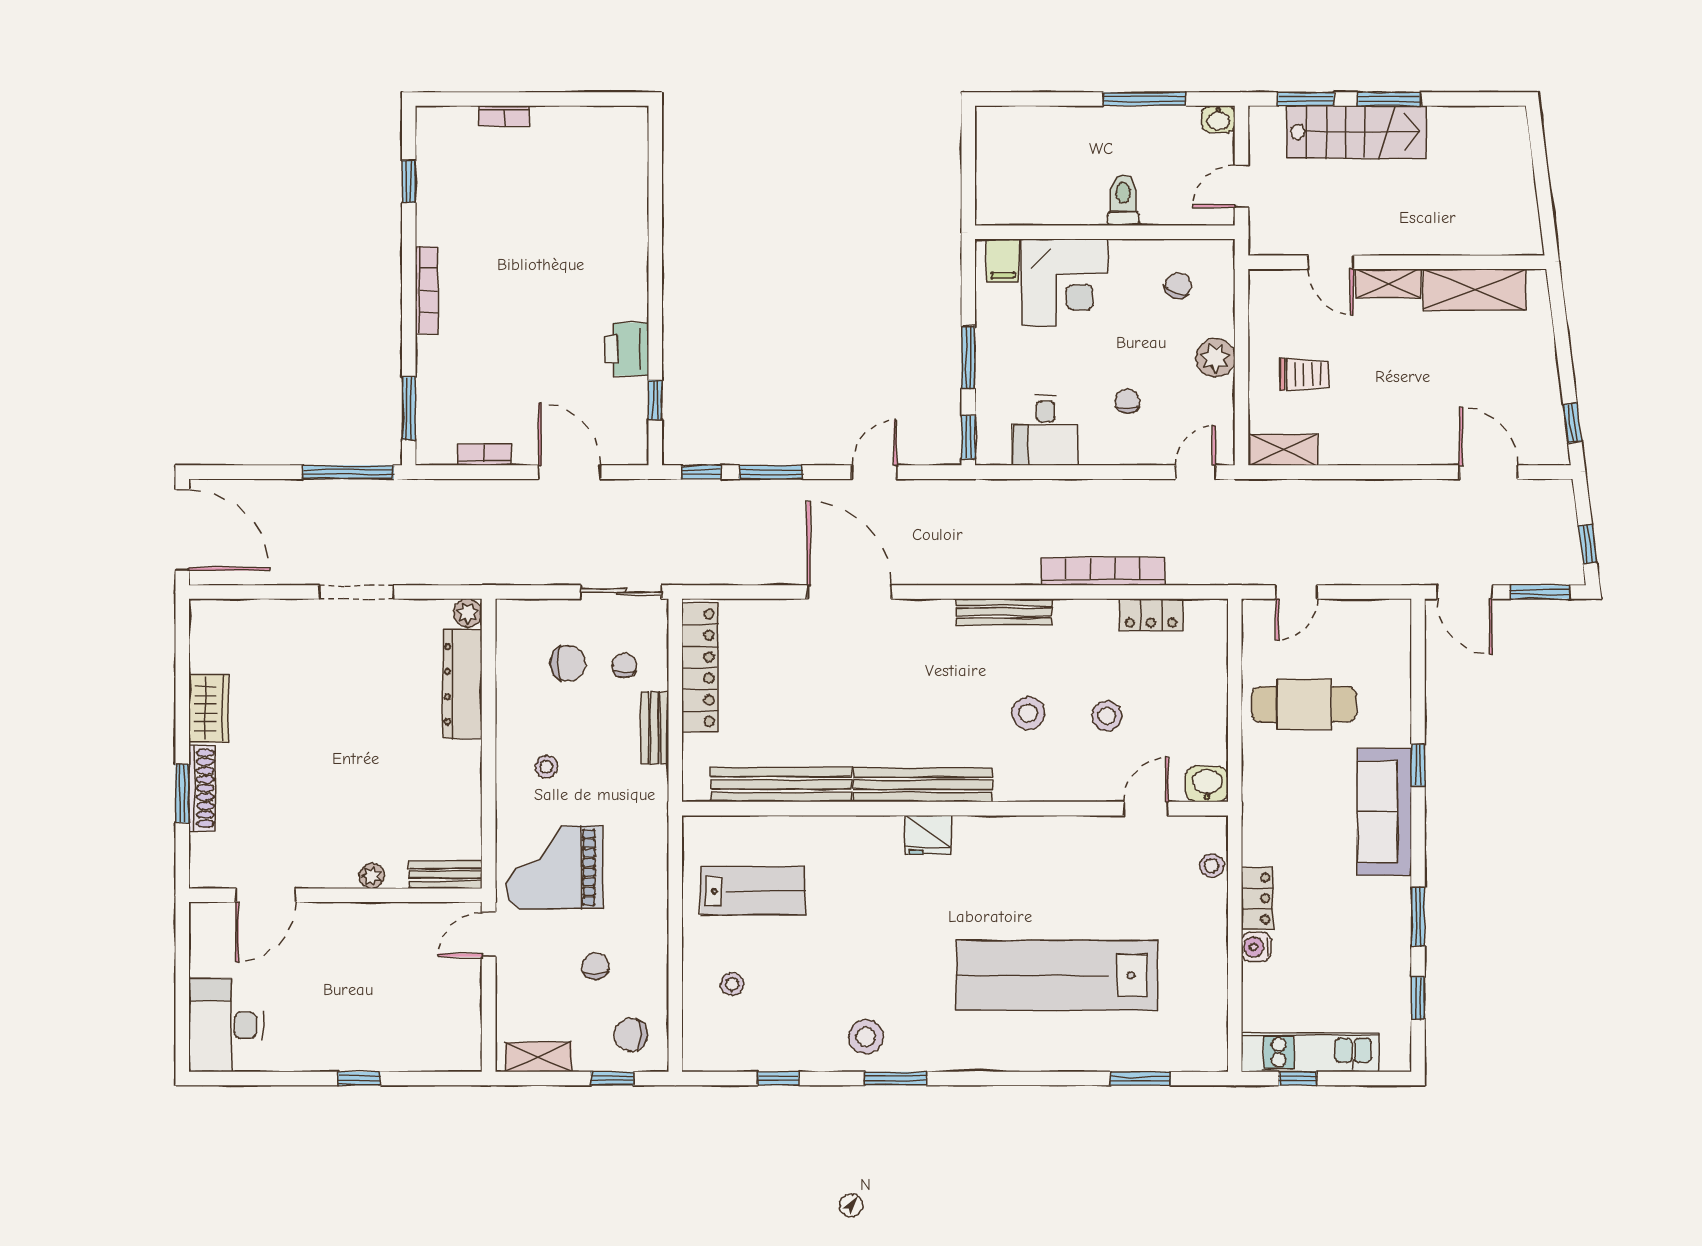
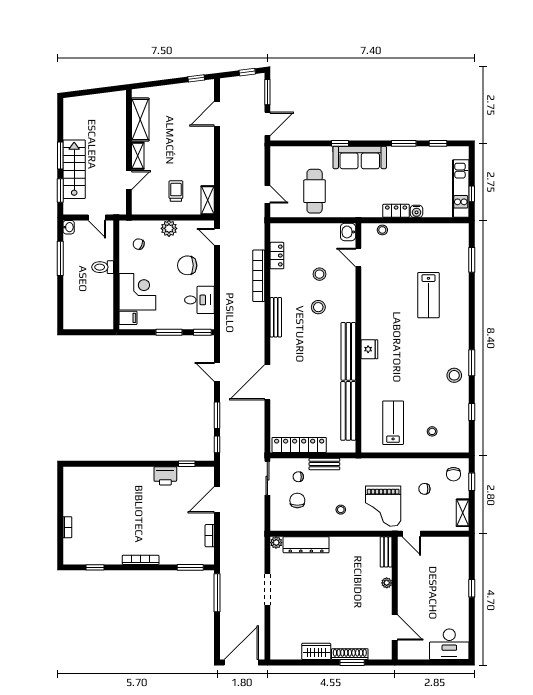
chair: (1128, 401) -> (187, 265), width x1.87, depth x1.87
lab bench: (1057, 975) -> (428, 295), width x0.54, depth x0.72

